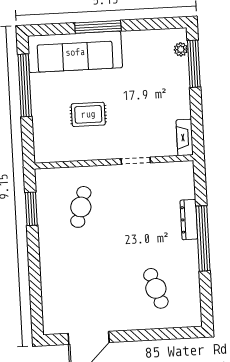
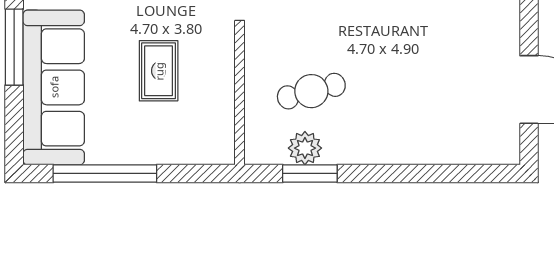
plant: (46, 205) -> (305, 148), added
cafe table: (81, 207) -> (311, 91), turned -30

